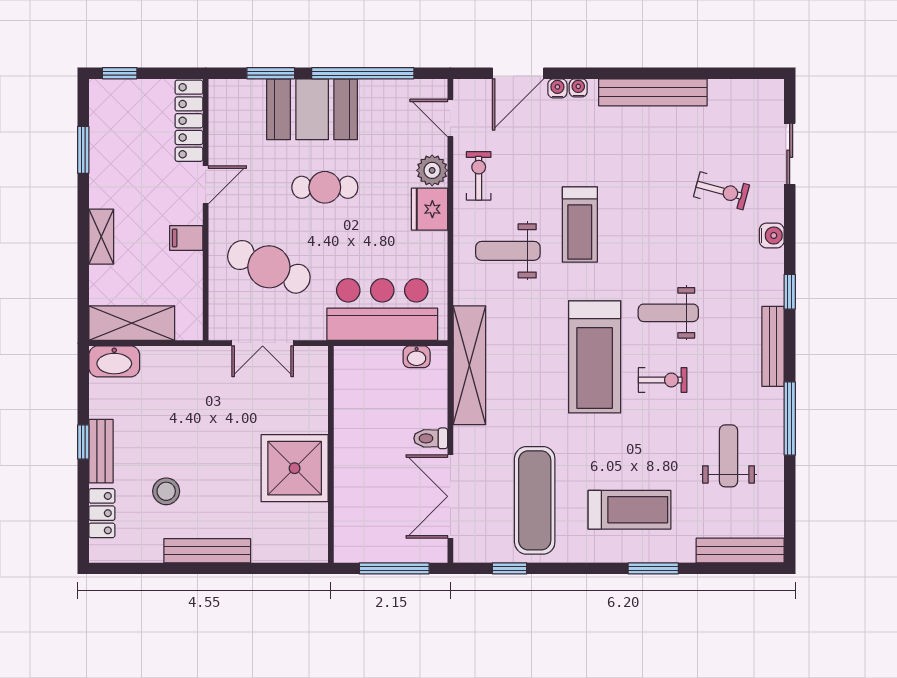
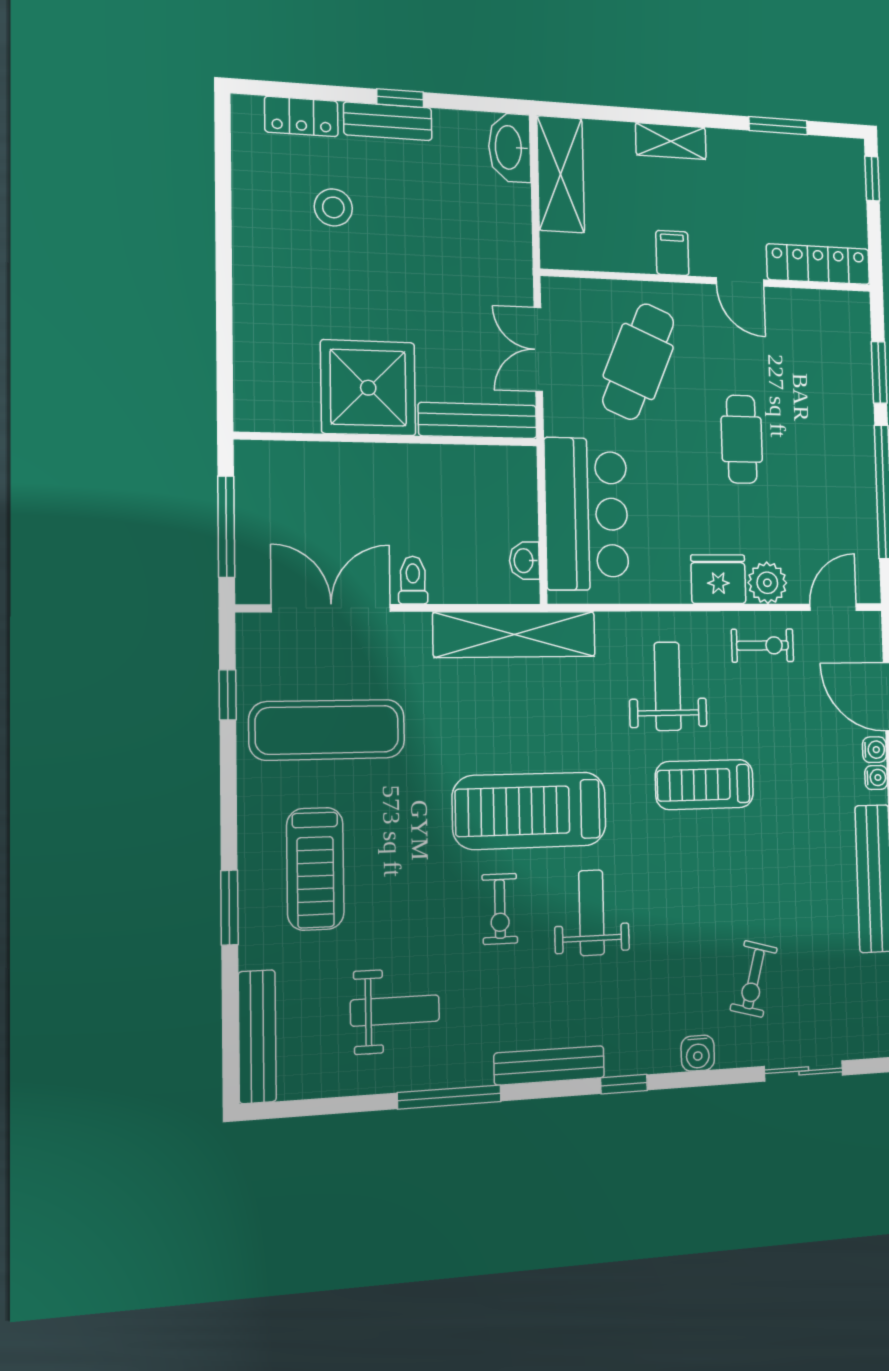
booth: (312, 109) -> (838, 425), removed
bench: (207, 551) -> (478, 420), moved, turned 90

